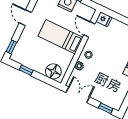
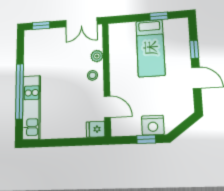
bed: (60, 37) -> (150, 48), moved, turned 90
window: (11, 47) -> (194, 49), moved
floor lamp: (53, 71) -> (125, 33), removed

